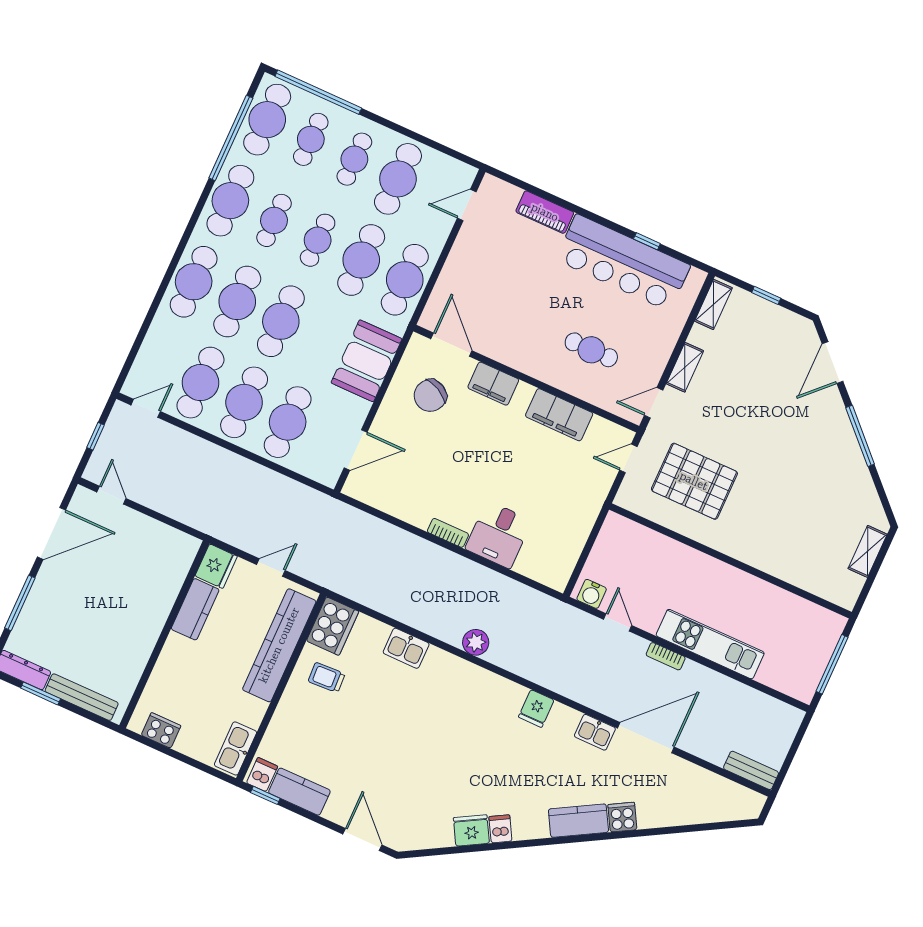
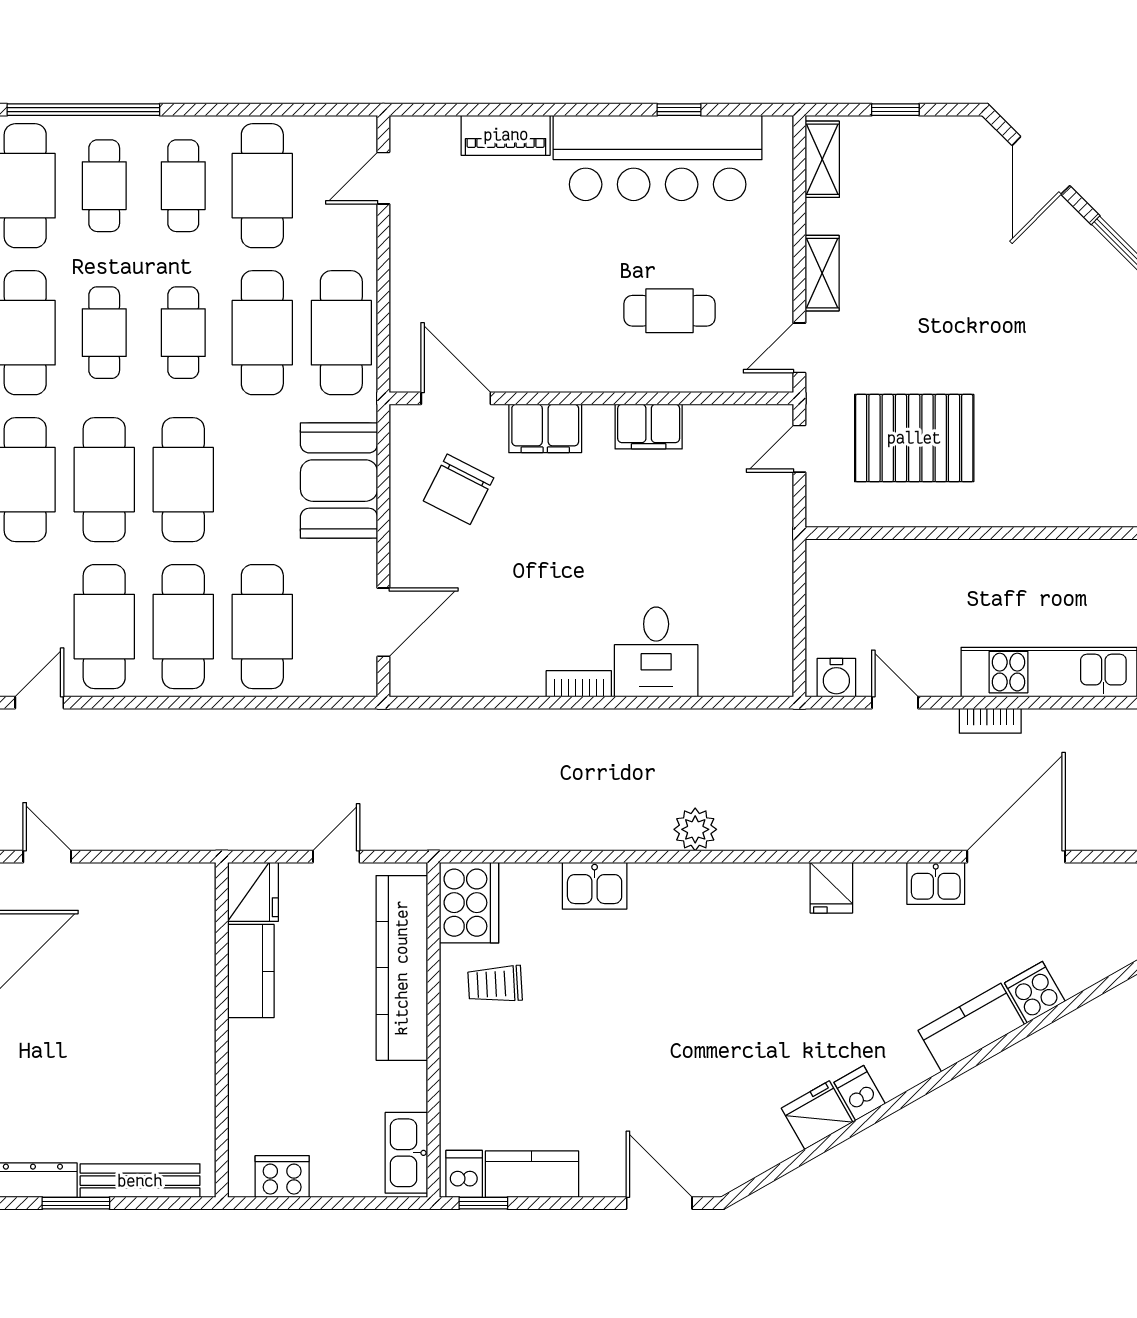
filing cabinet: (559, 415) -> (649, 427), width x0.67, depth x0.86

